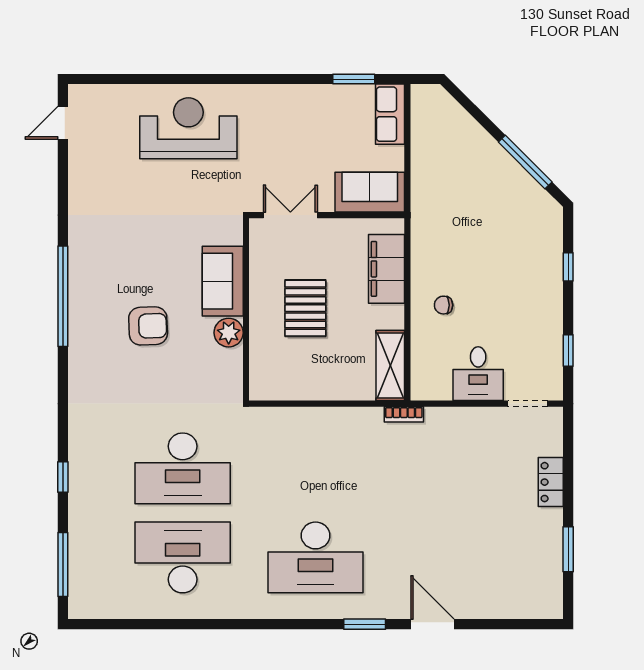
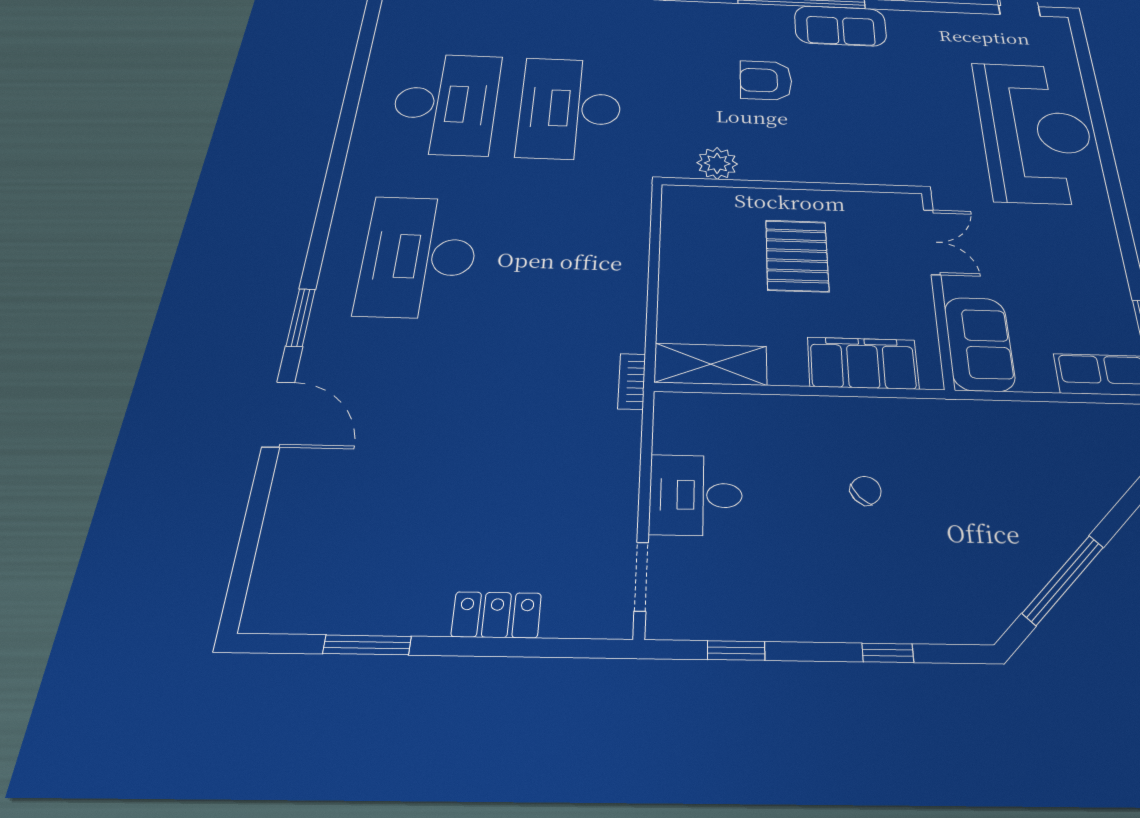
reception desk: (188, 128) -> (1036, 132), width x1.36, depth x1.30
sofa: (223, 281) -> (840, 26), moved, turned 180
chair: (444, 305) -> (866, 491), moved, turned 47
pallet: (305, 308) -> (797, 256), turned 90
armchair: (148, 326) -> (766, 80), turned 92
plant: (229, 333) -> (717, 163), moved
door: (432, 624) -> (278, 414), hinge flipped

